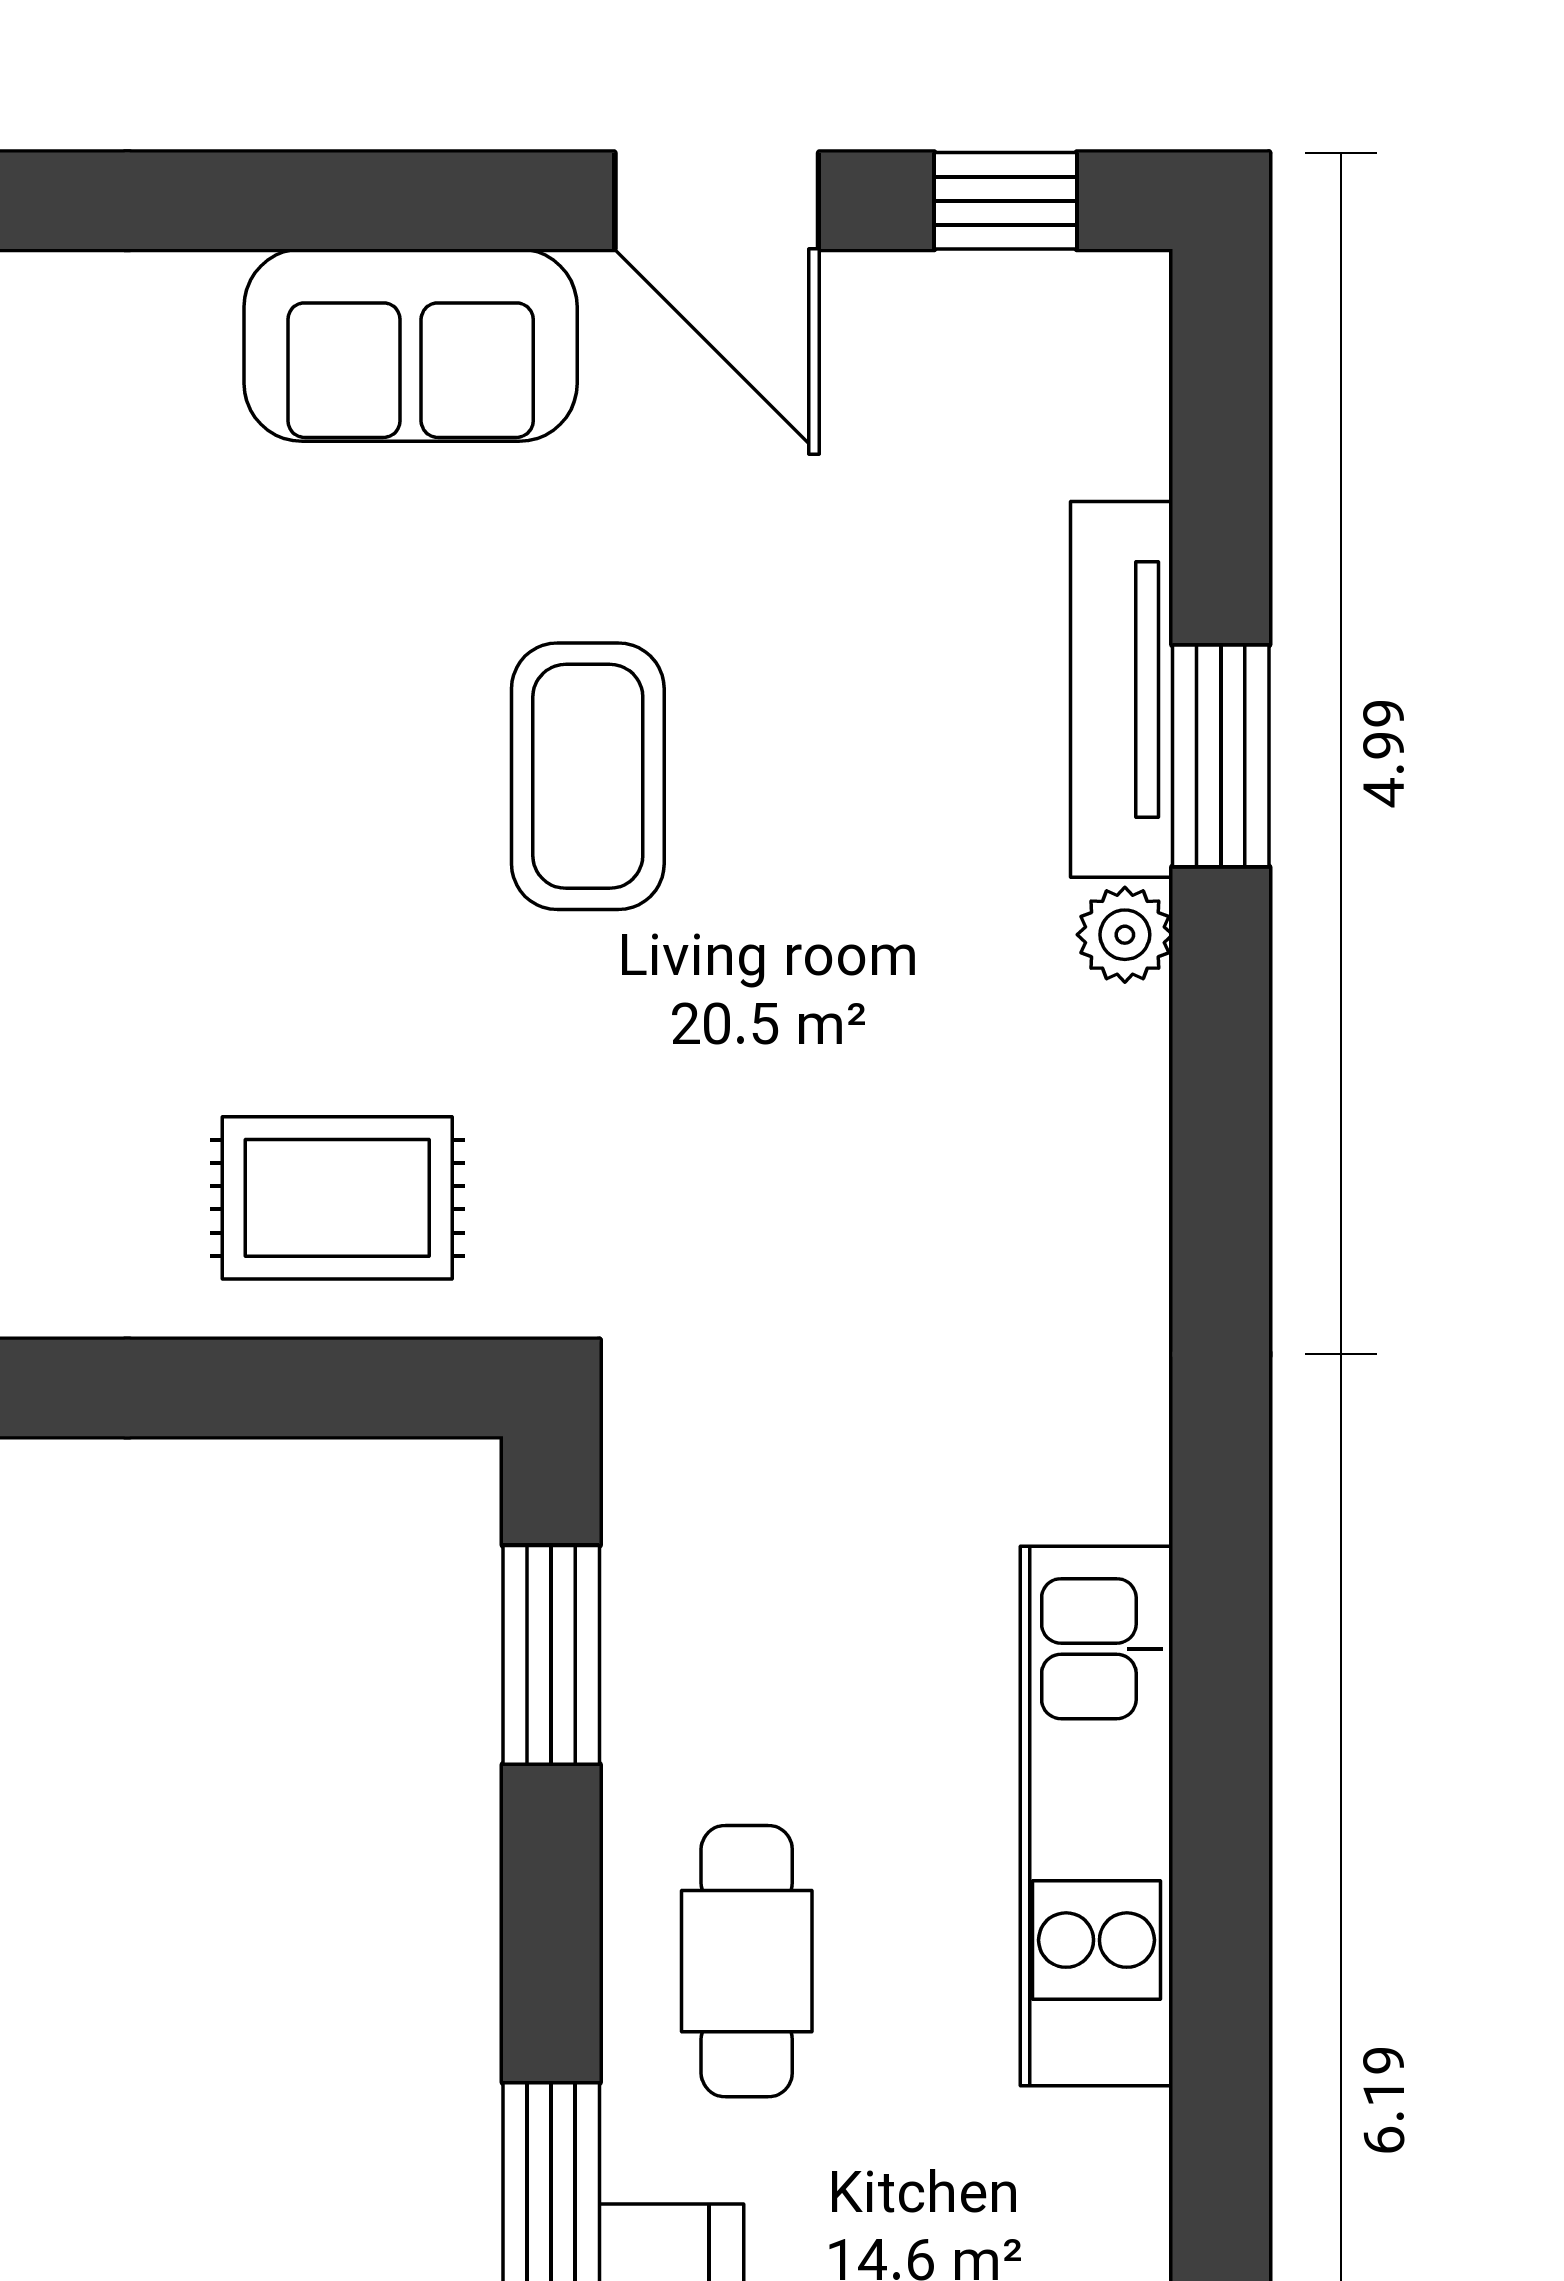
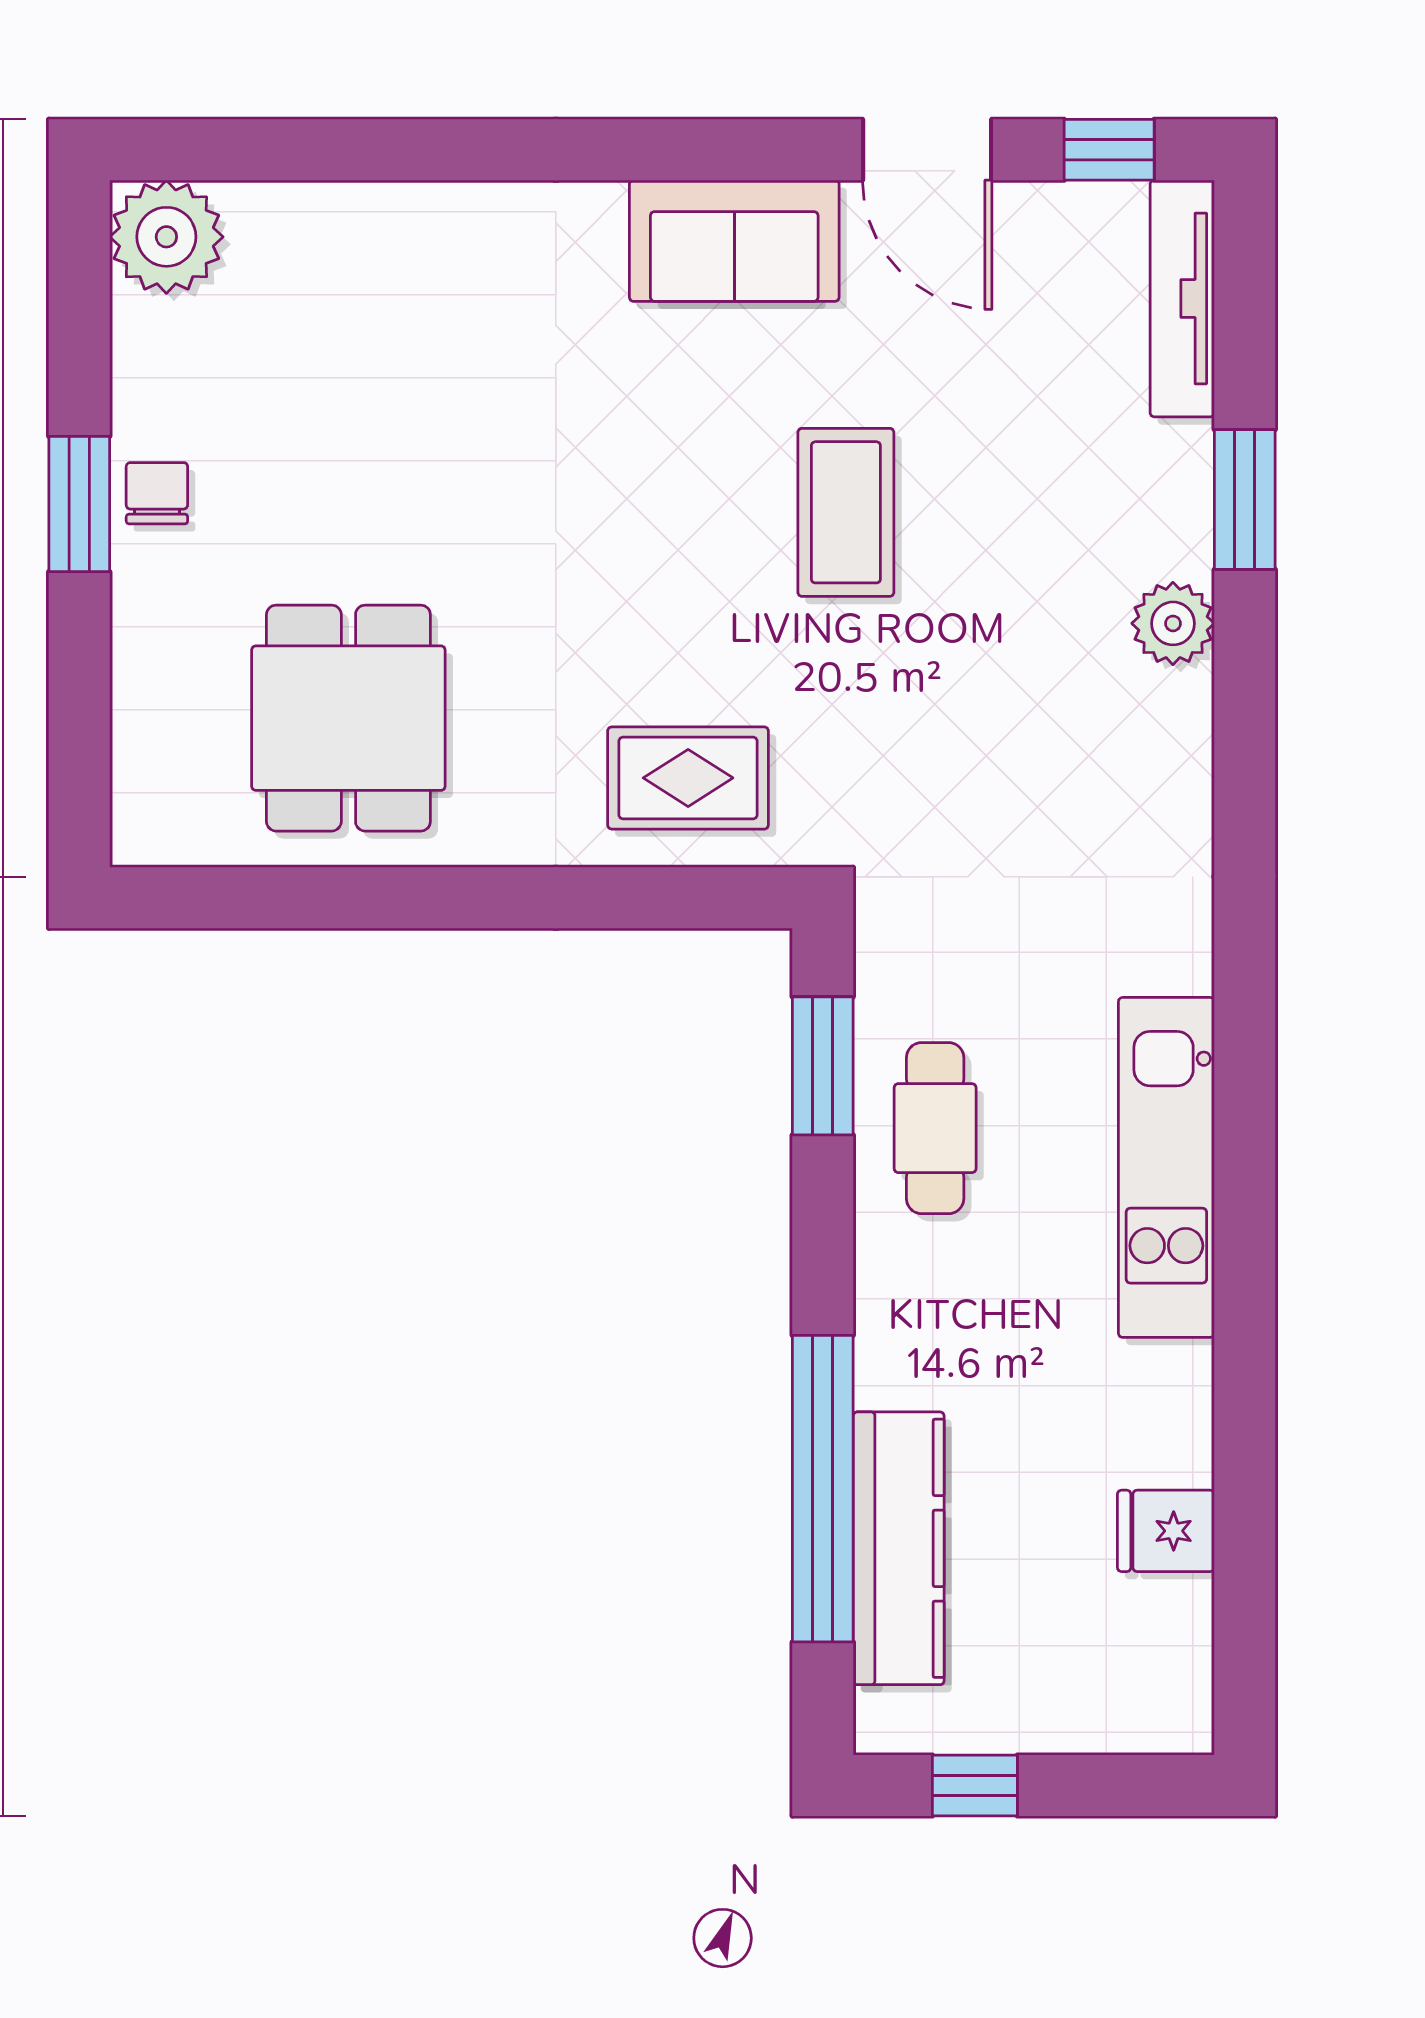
tv unit: (1122, 689) -> (1182, 298), moved
plant: (1125, 935) -> (1173, 623), width x1.38, depth x1.38
cafe table: (747, 1961) -> (935, 1128), moved

